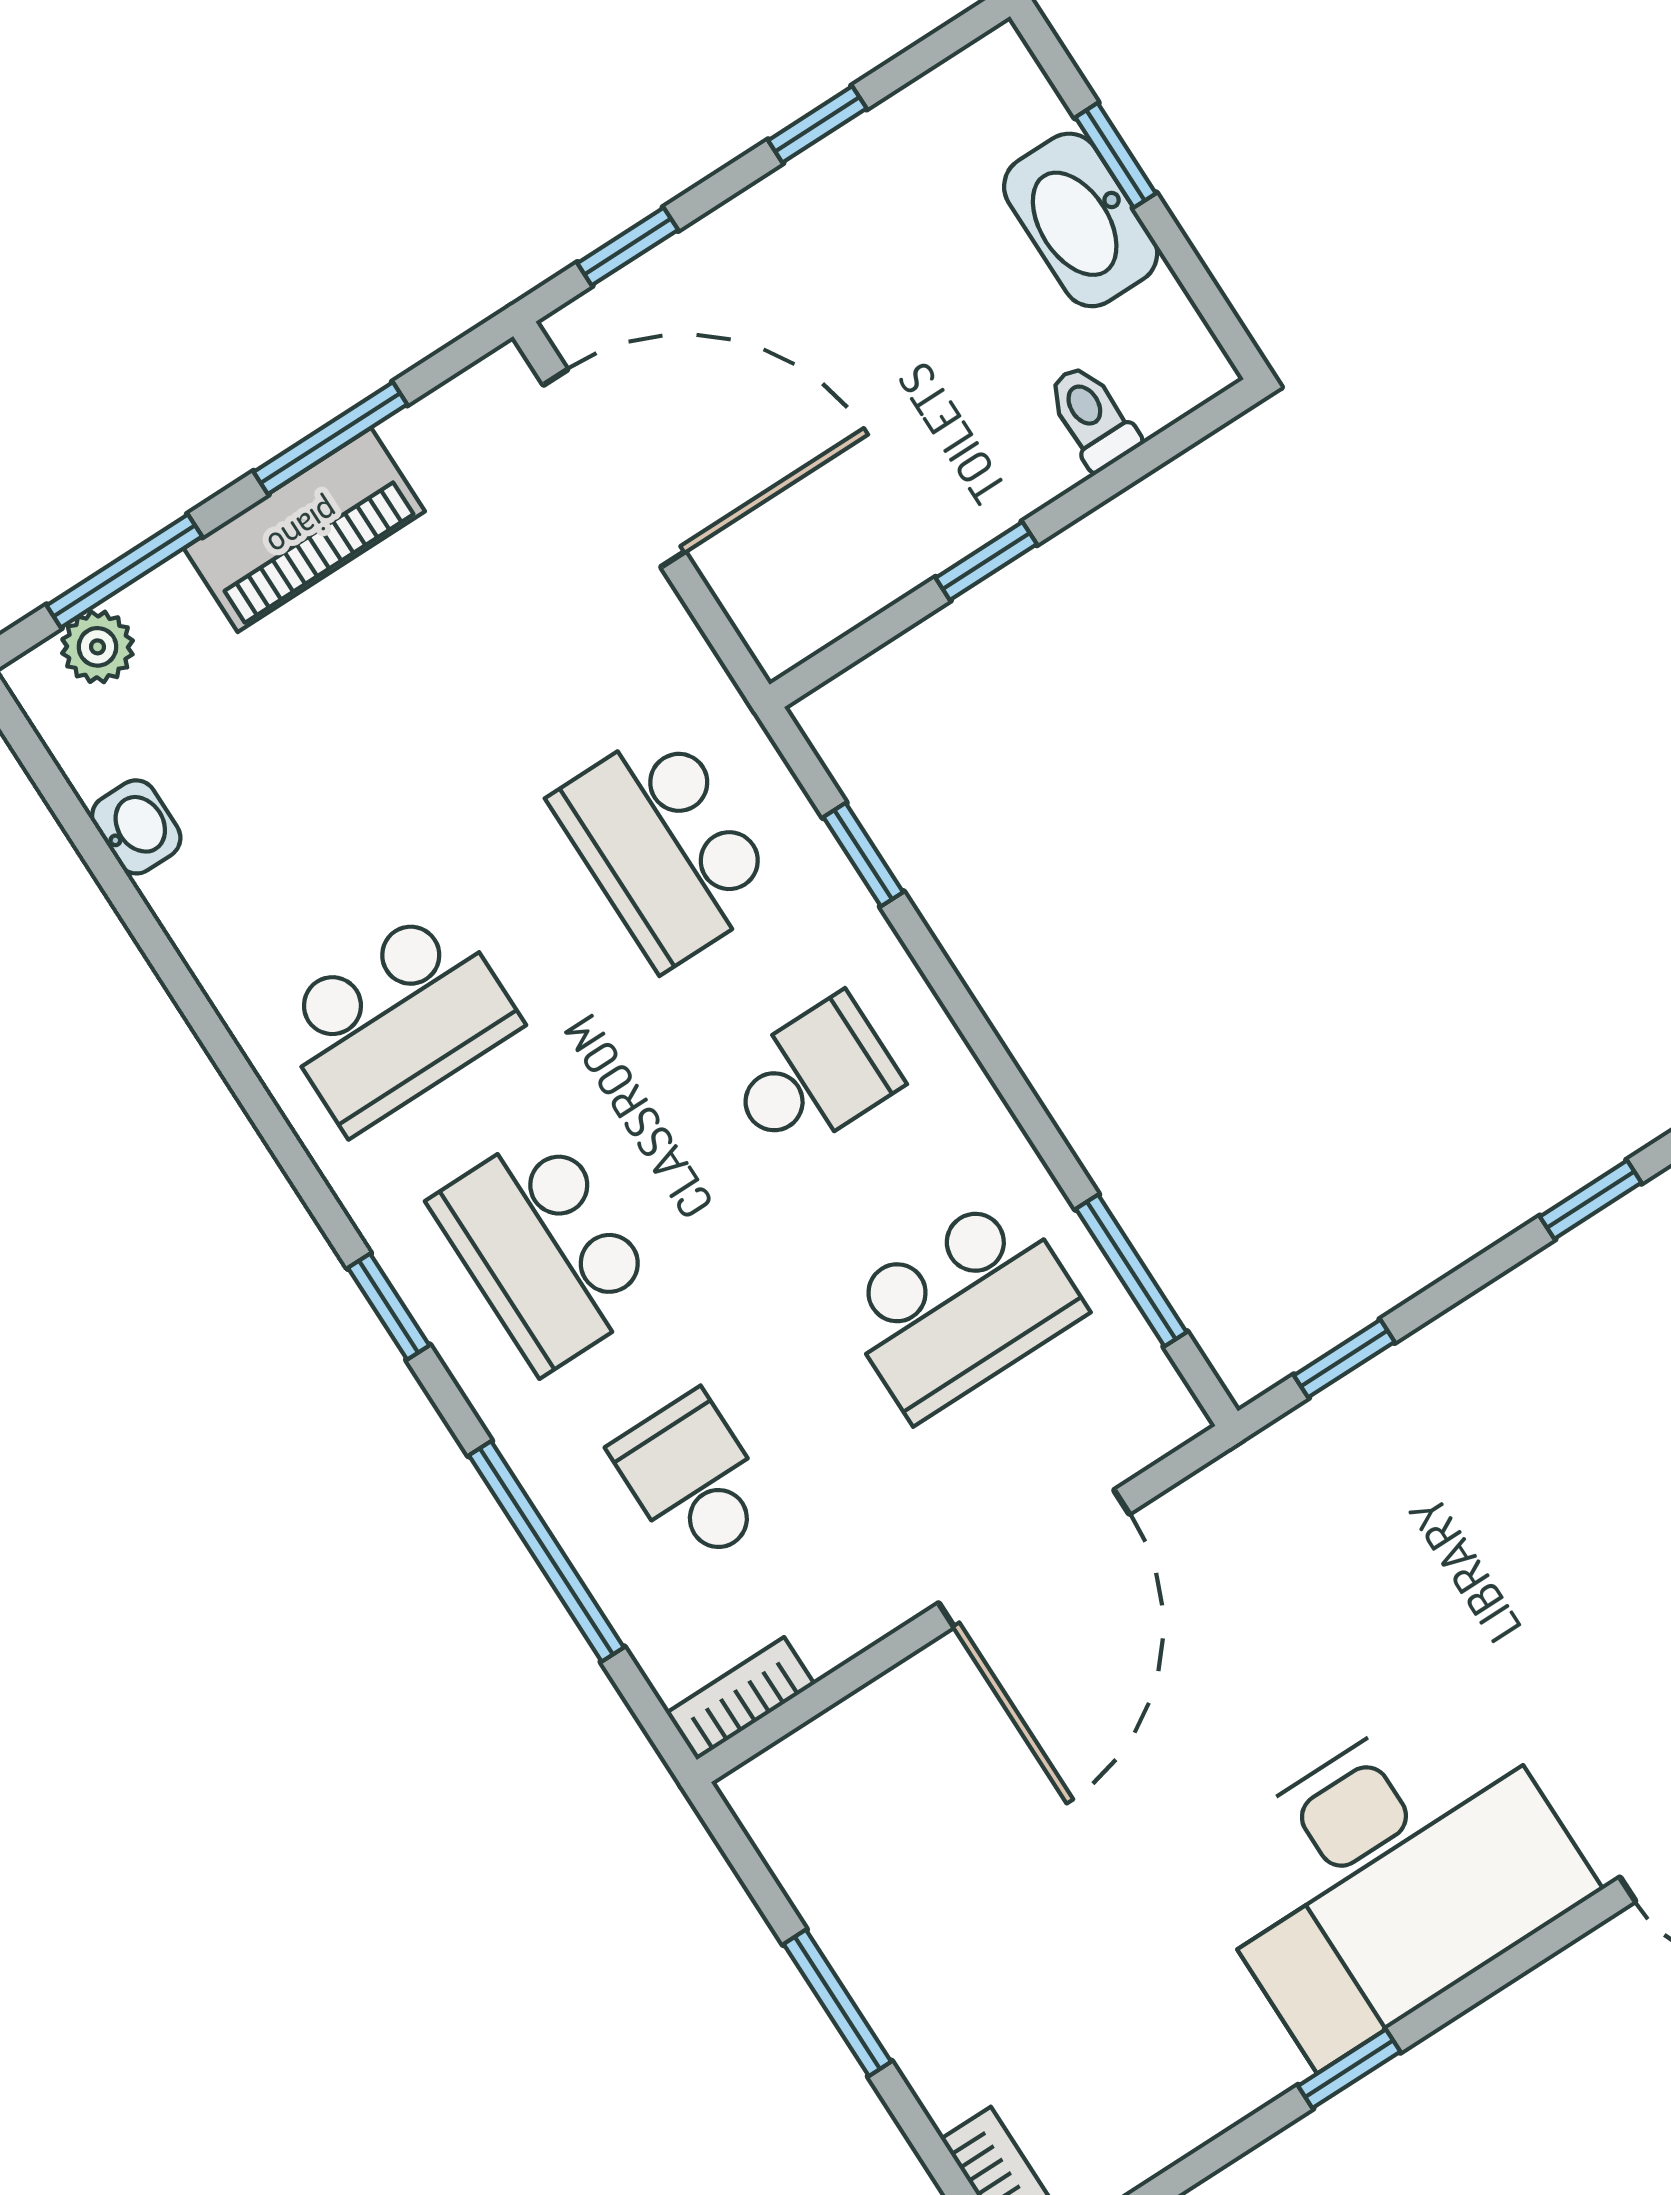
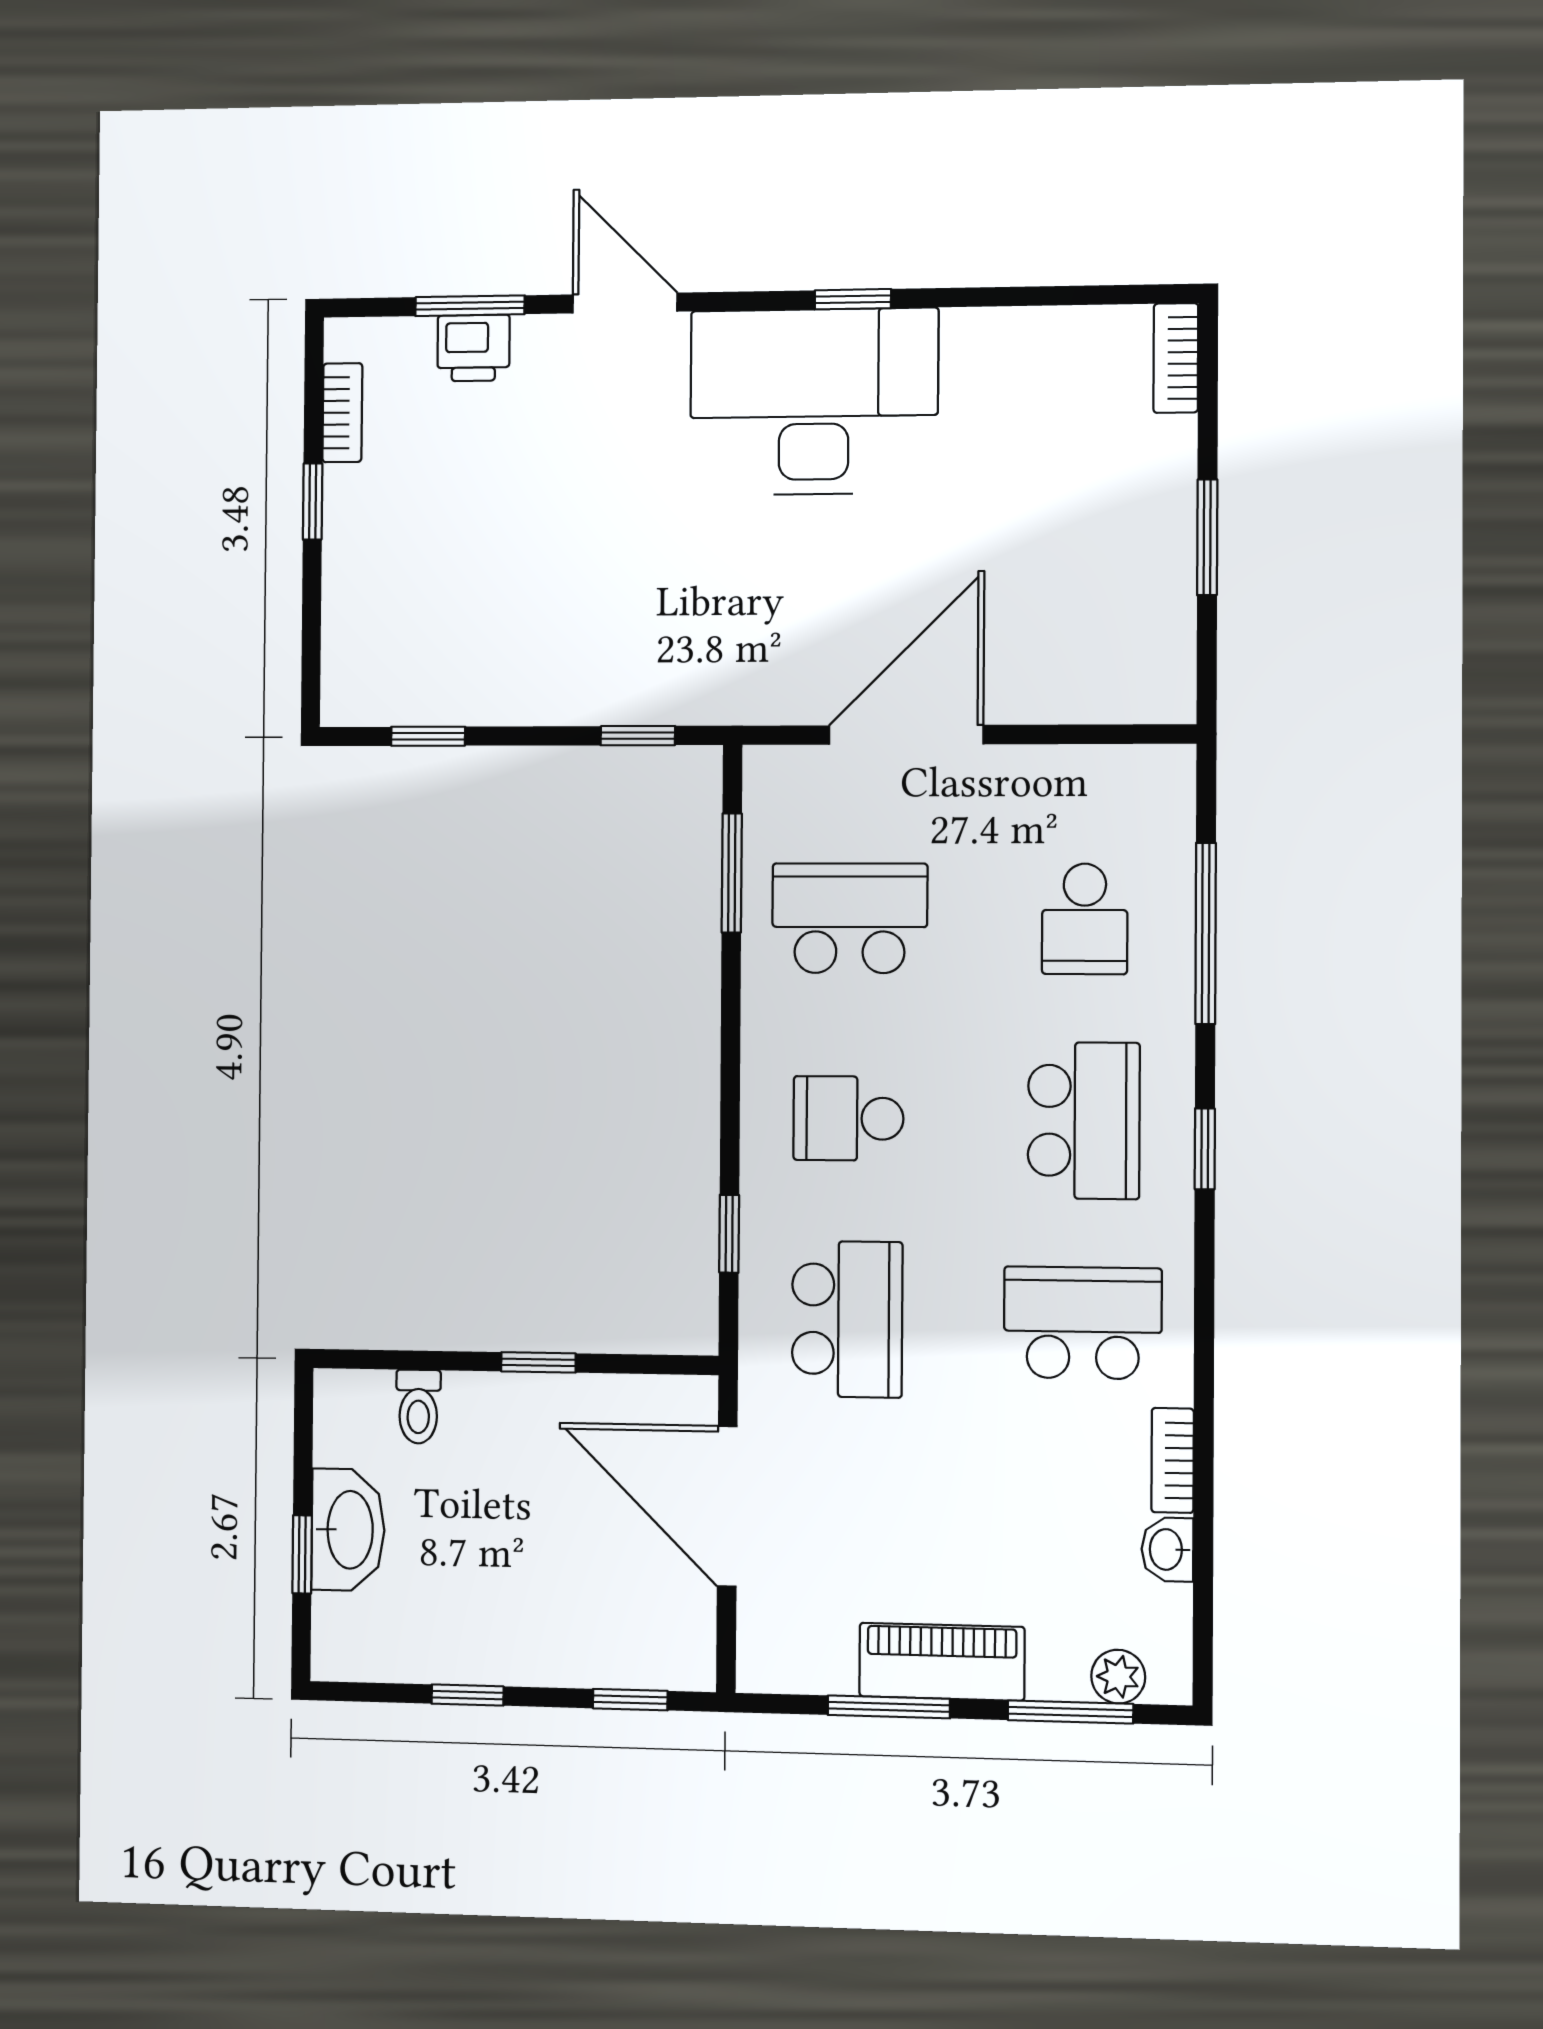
door: (614, 468) -> (727, 1506), moved
bookcase: (740, 1699) -> (1173, 1460), moved, turned 90
window: (1349, 2069) -> (853, 299), moved

